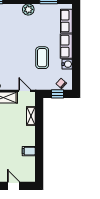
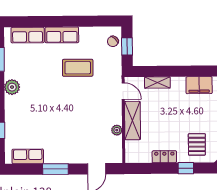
water cooler: (67, 64) -> (86, 33), removed
door: (25, 91) -> (123, 91), swing flipped
filing cabinet: (29, 151) -> (199, 85), width x2.00

